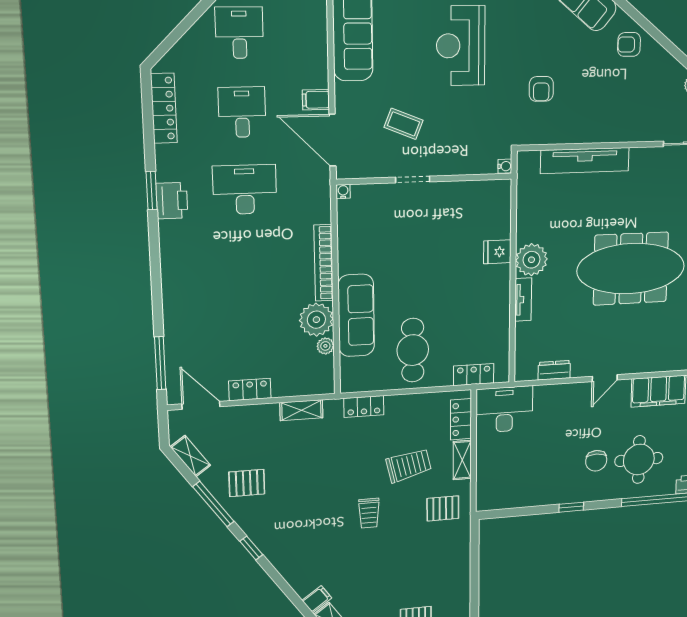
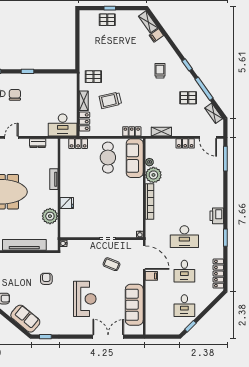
printer: (172, 201) -> (217, 216), moved
plant: (532, 260) -> (50, 216), moved
sofa: (356, 315) -> (135, 158), moved
trolley: (369, 513) -> (160, 71), moved

